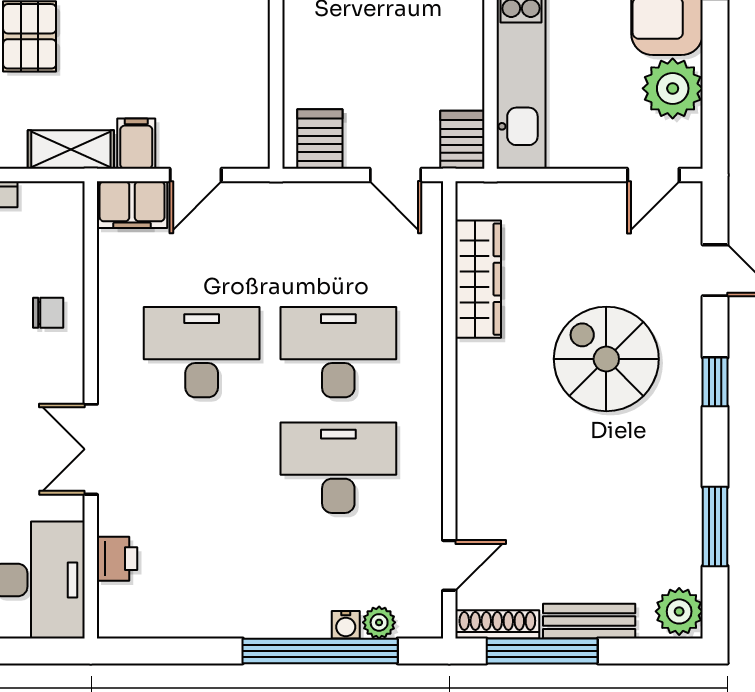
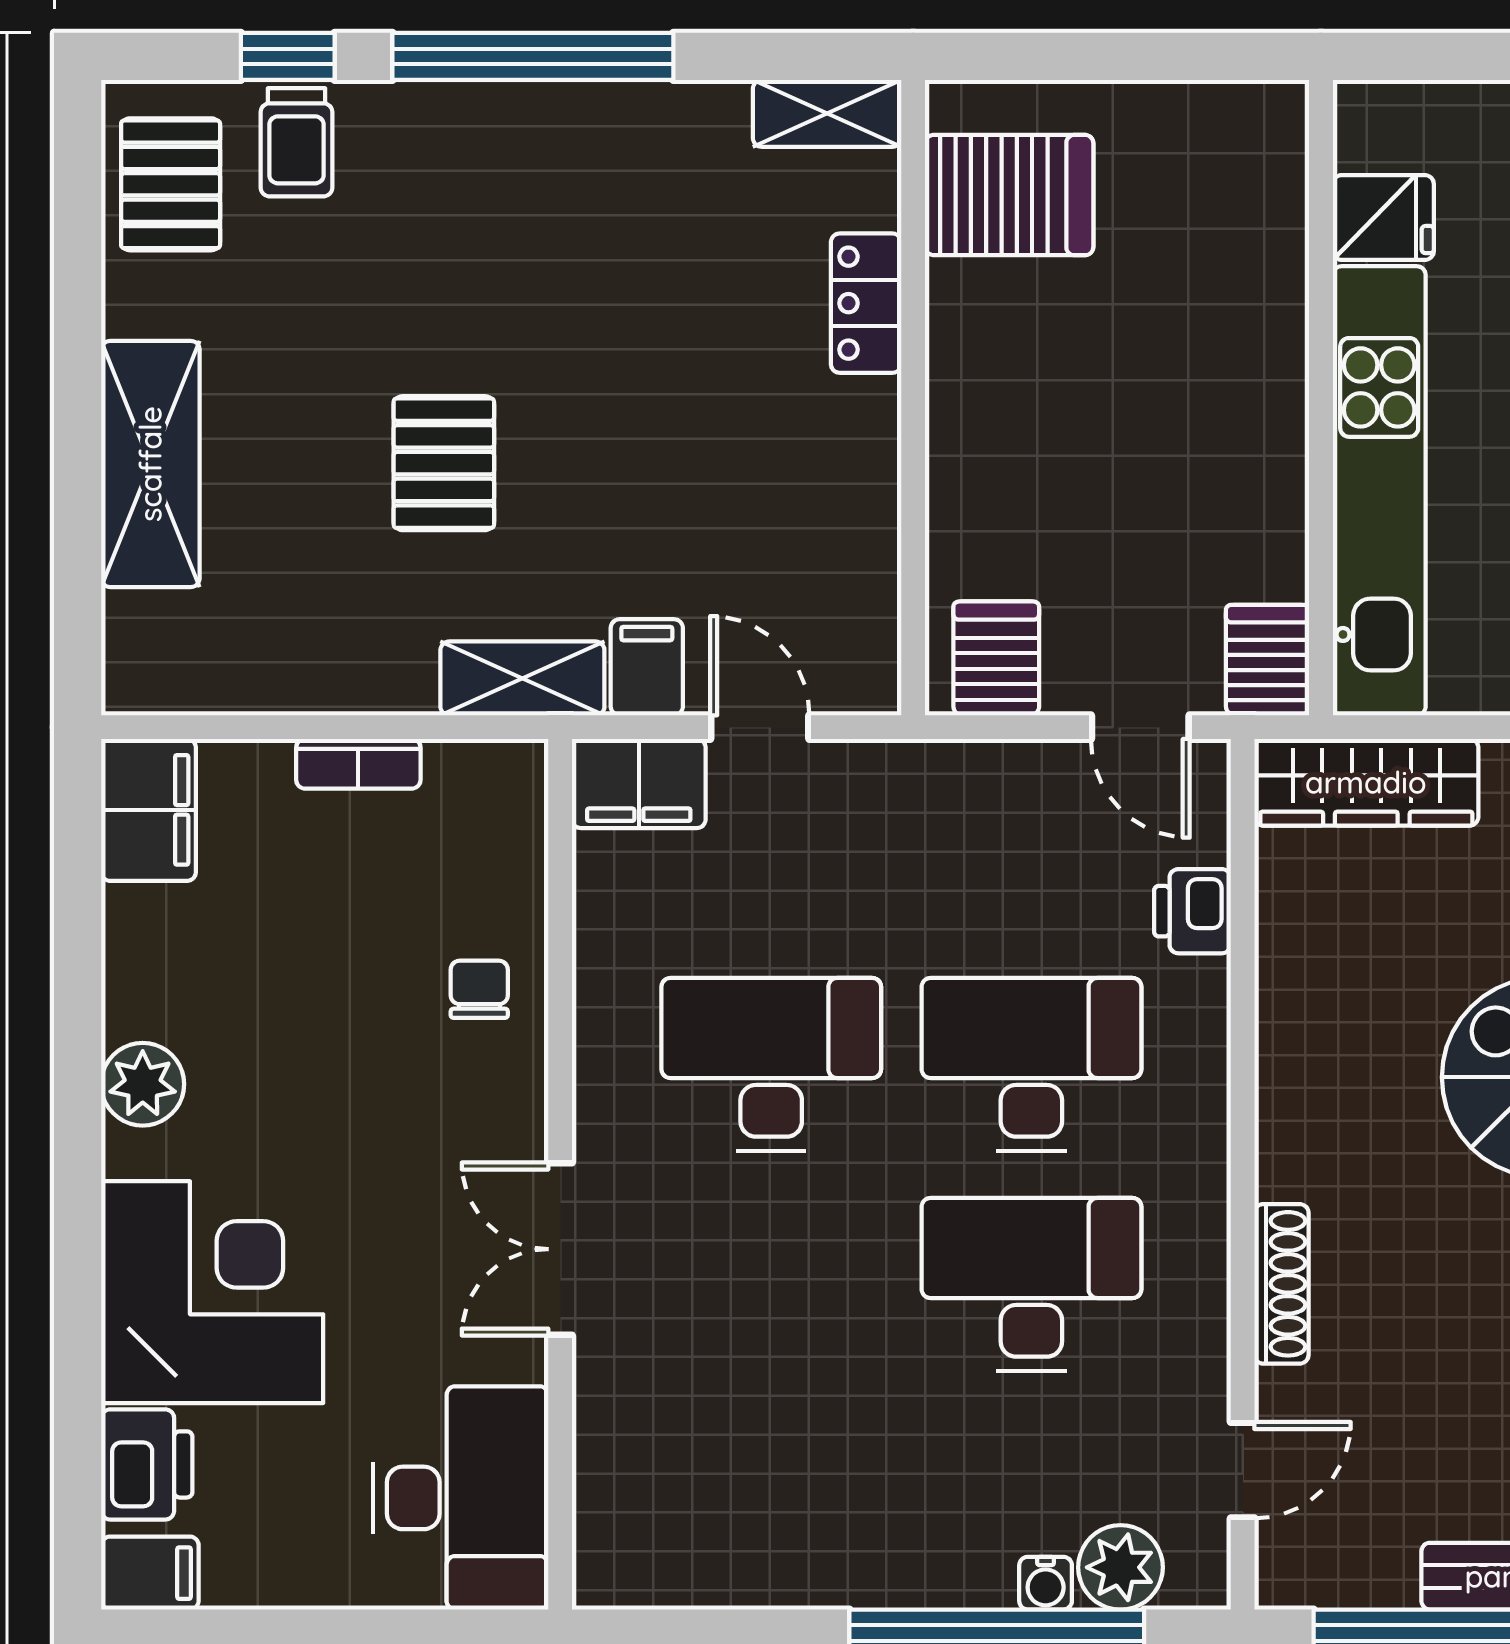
door: (196, 175) -> (760, 727), swing flipped
wardrobe: (478, 279) -> (1366, 782), moved, turned 90
chair: (48, 313) -> (479, 989), turned -90
printer: (117, 559) -> (1192, 911), moved, turned 180
plant: (379, 622) -> (1121, 1567), width x1.38, depth x1.38
shoe rack: (497, 624) -> (1281, 1284), moved, turned 90

